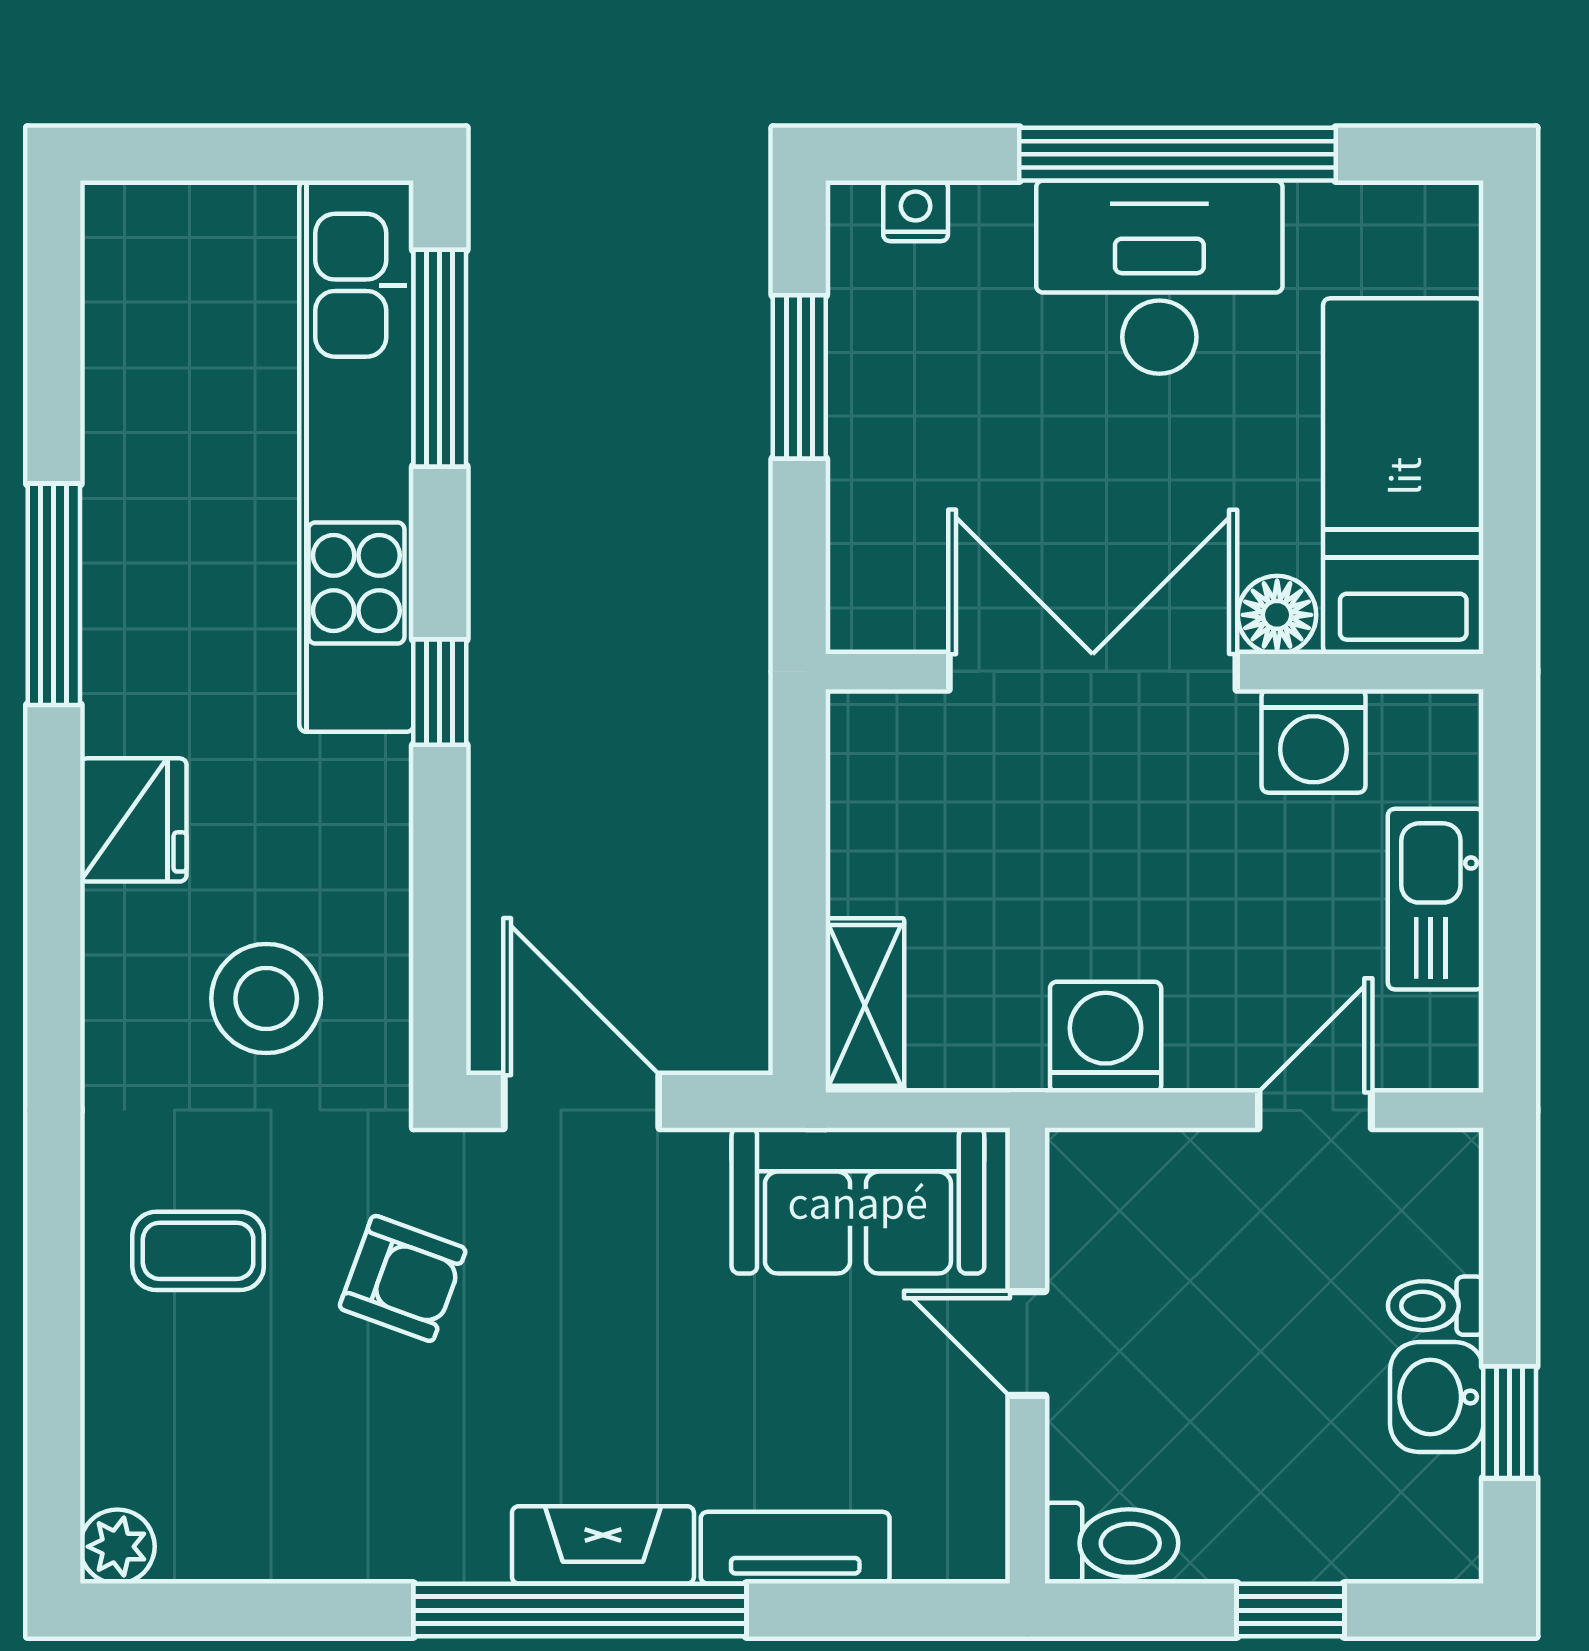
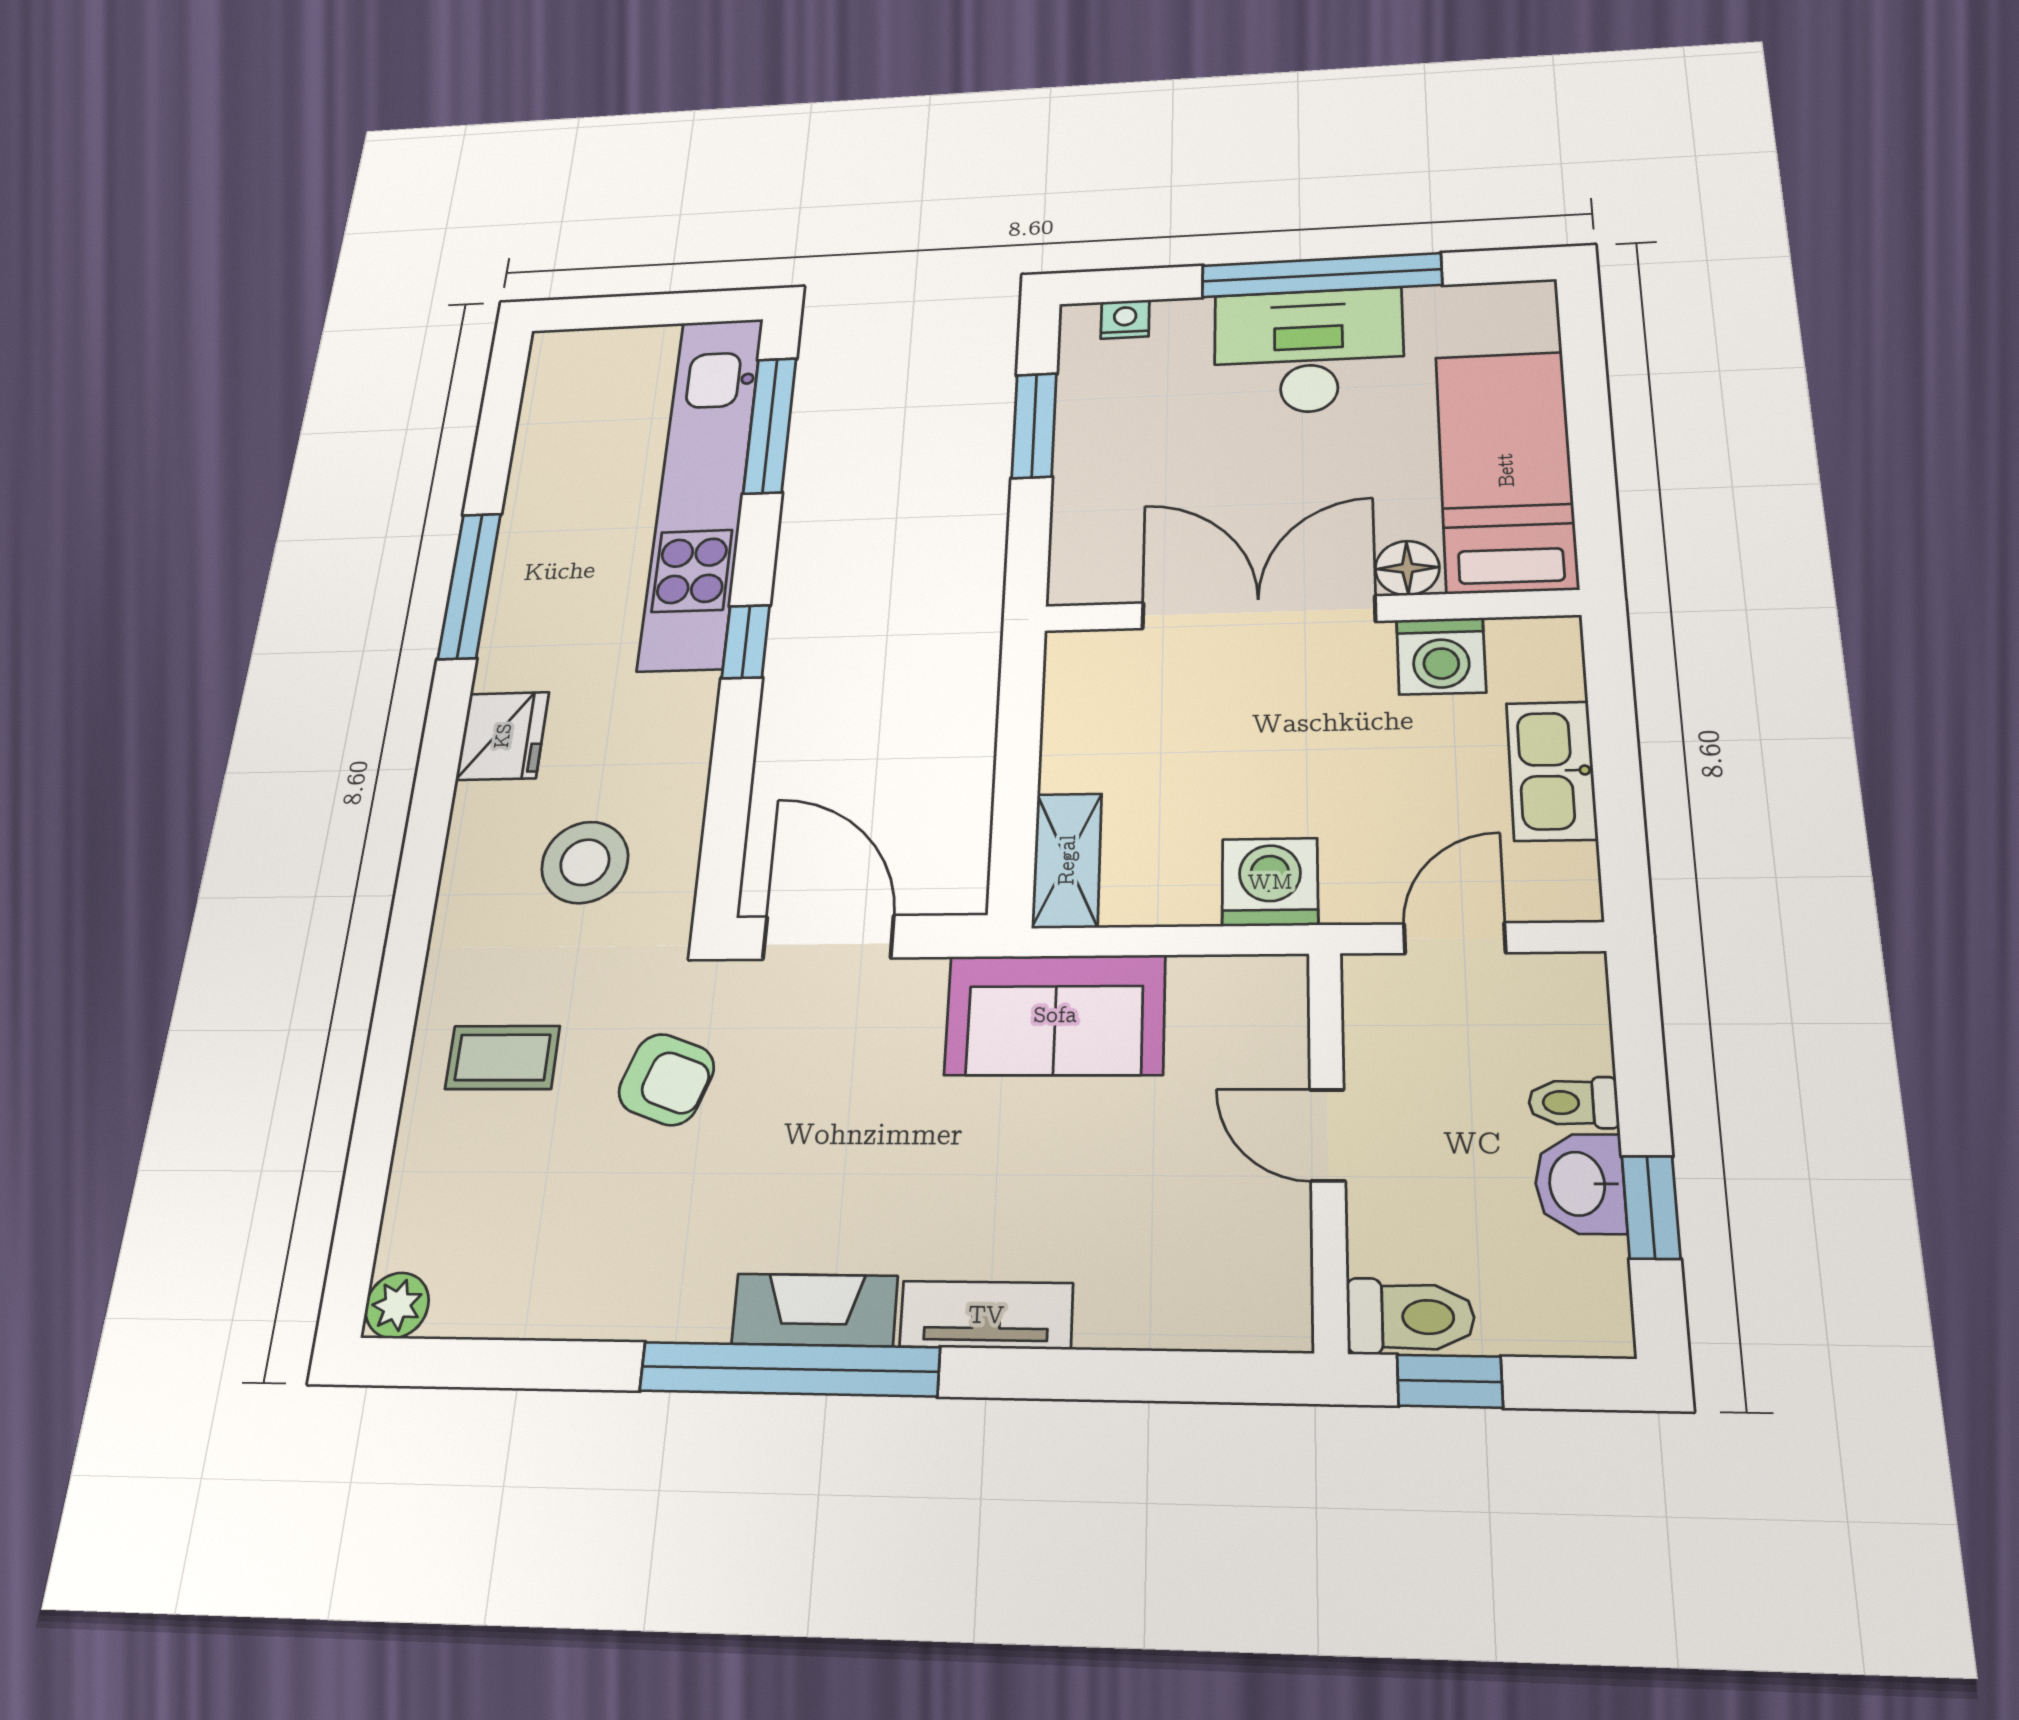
door: (1027, 1343) -> (1328, 1135), moved
wall: (1027, 1356) -> (1328, 1146), moved
toilet: (1112, 1543) -> (1410, 1317), moved

